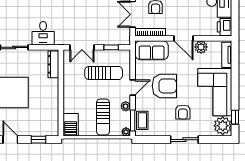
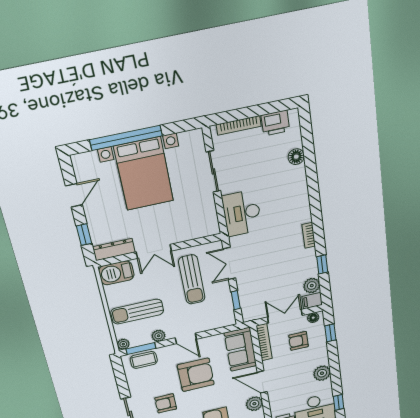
desk: (43, 33) -> (242, 213), width x1.37
door: (183, 38) -> (262, 382), hinge flipped
dresser: (53, 64) -> (114, 249), moved
sun lounger: (104, 73) -> (192, 280), moved
armchair: (164, 86) -> (196, 375), turned -90
double door: (61, 97) -> (154, 251), added

